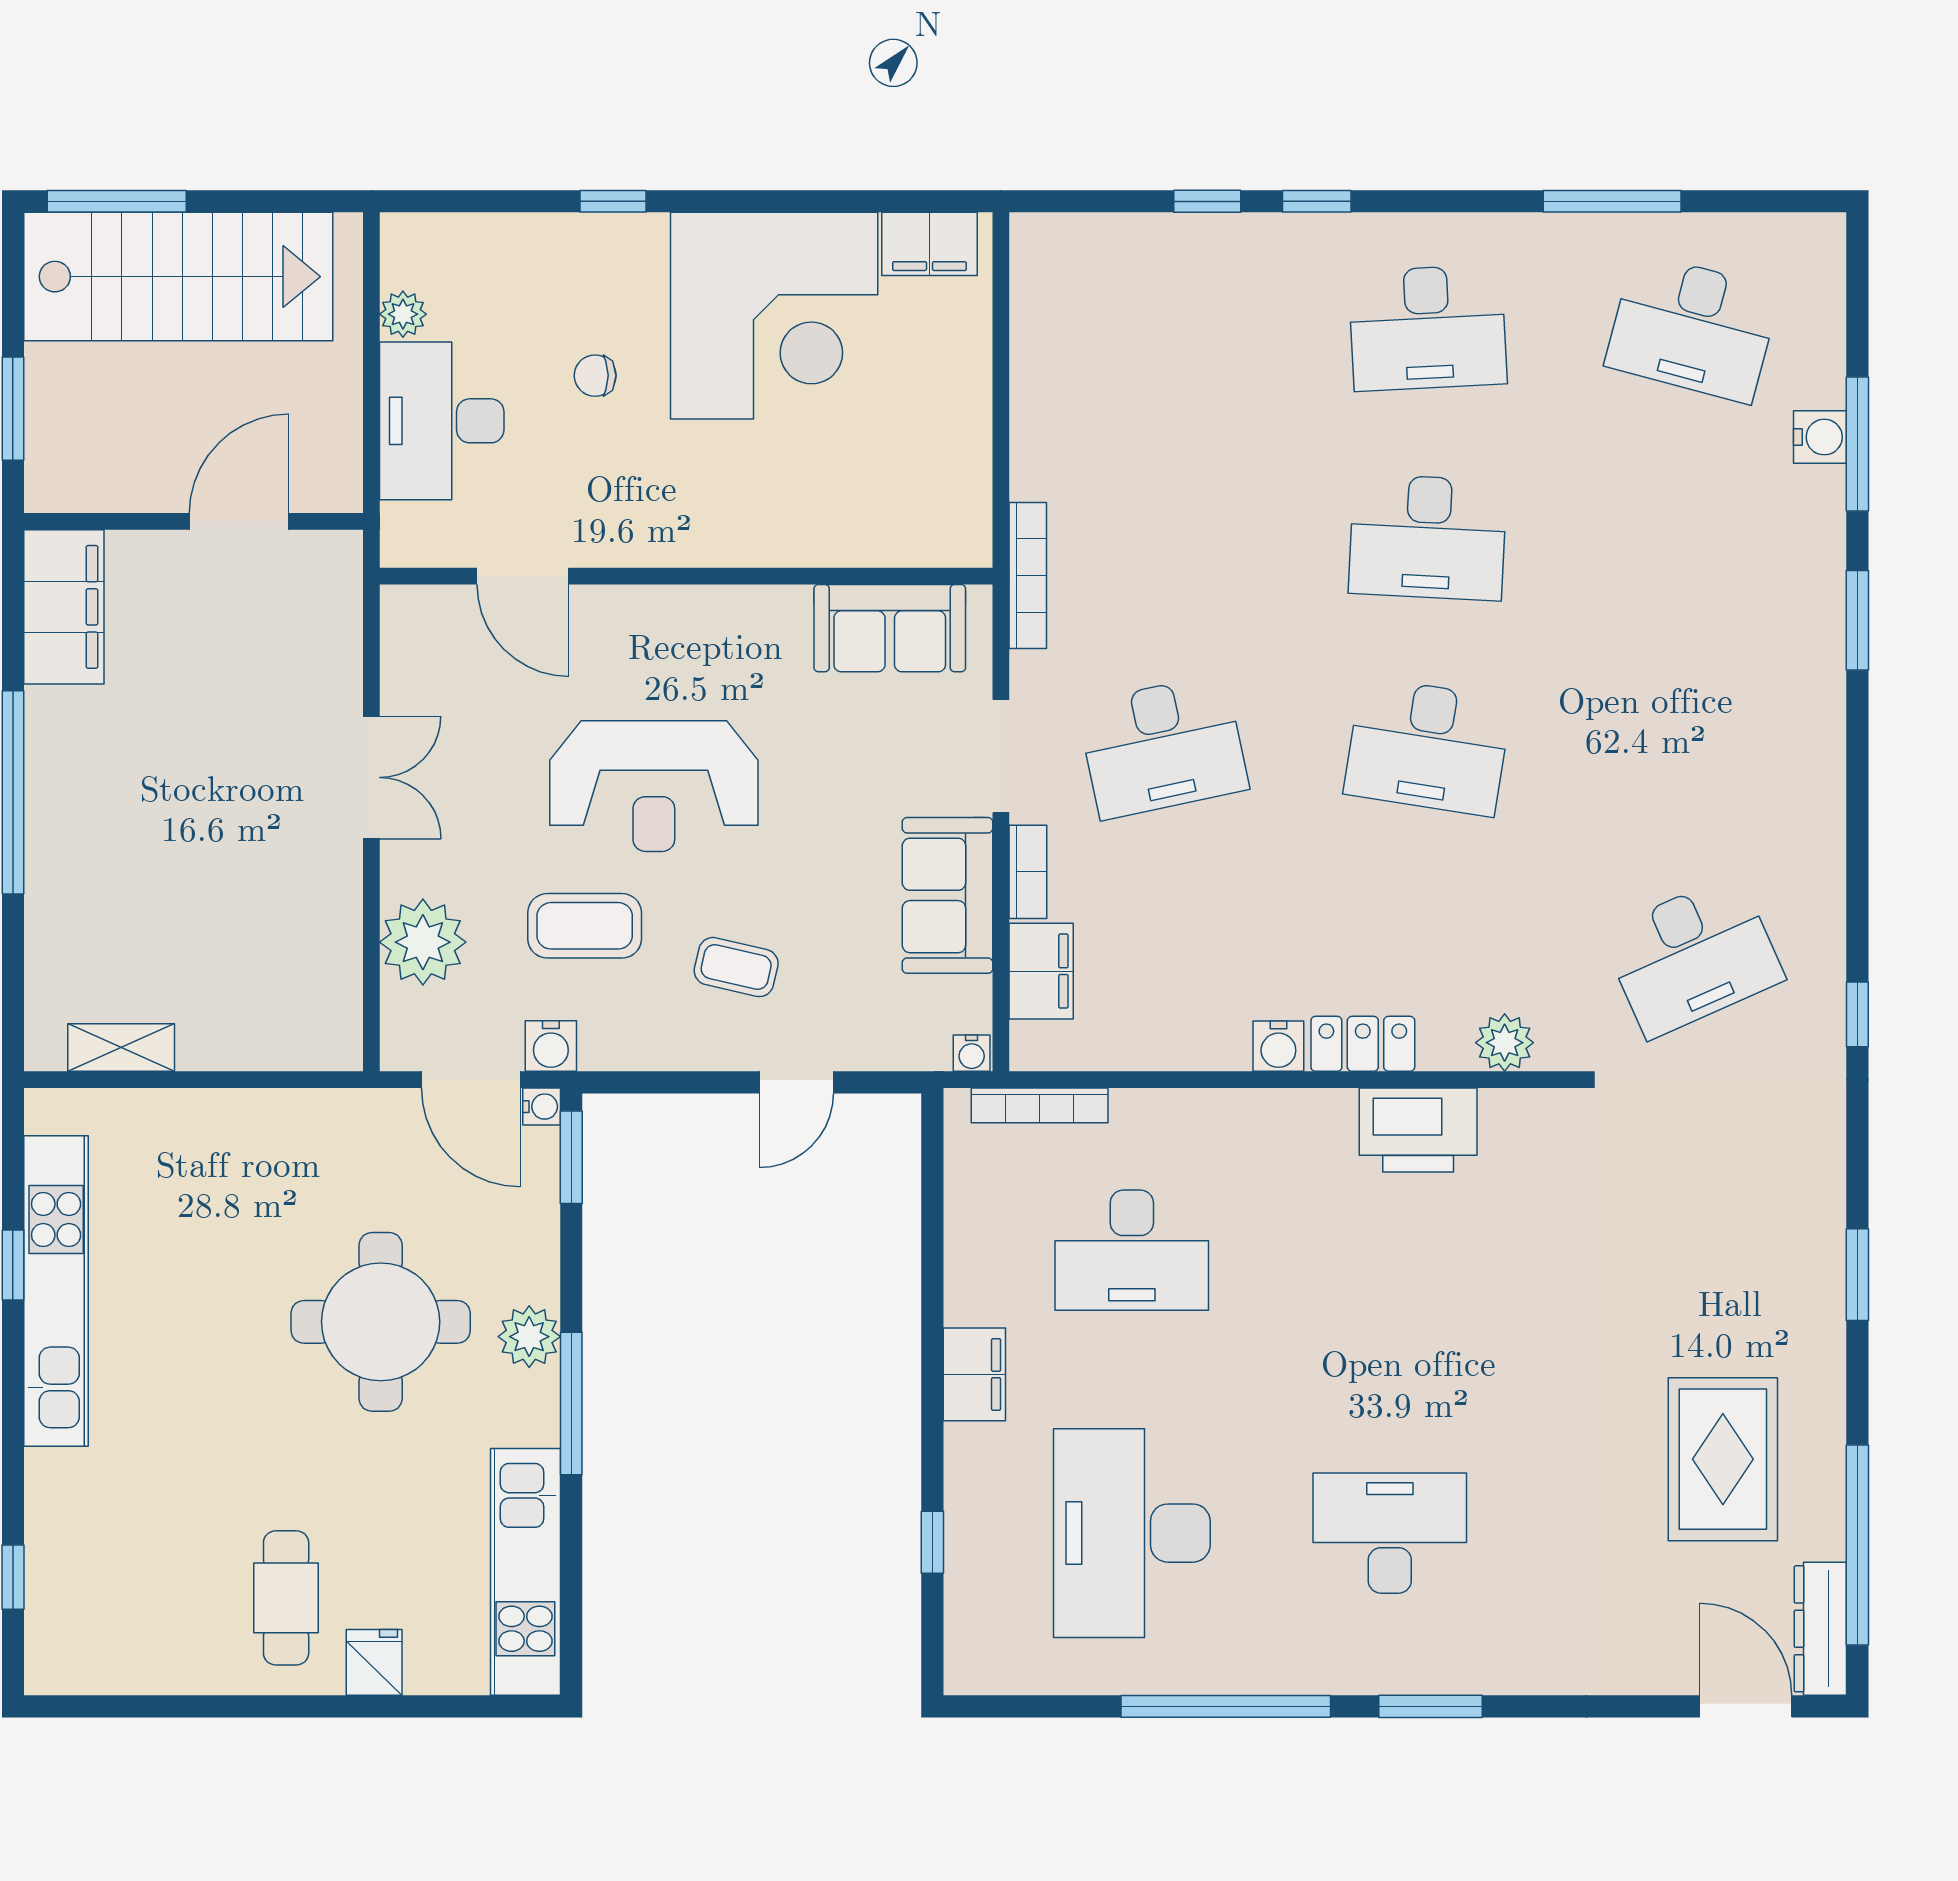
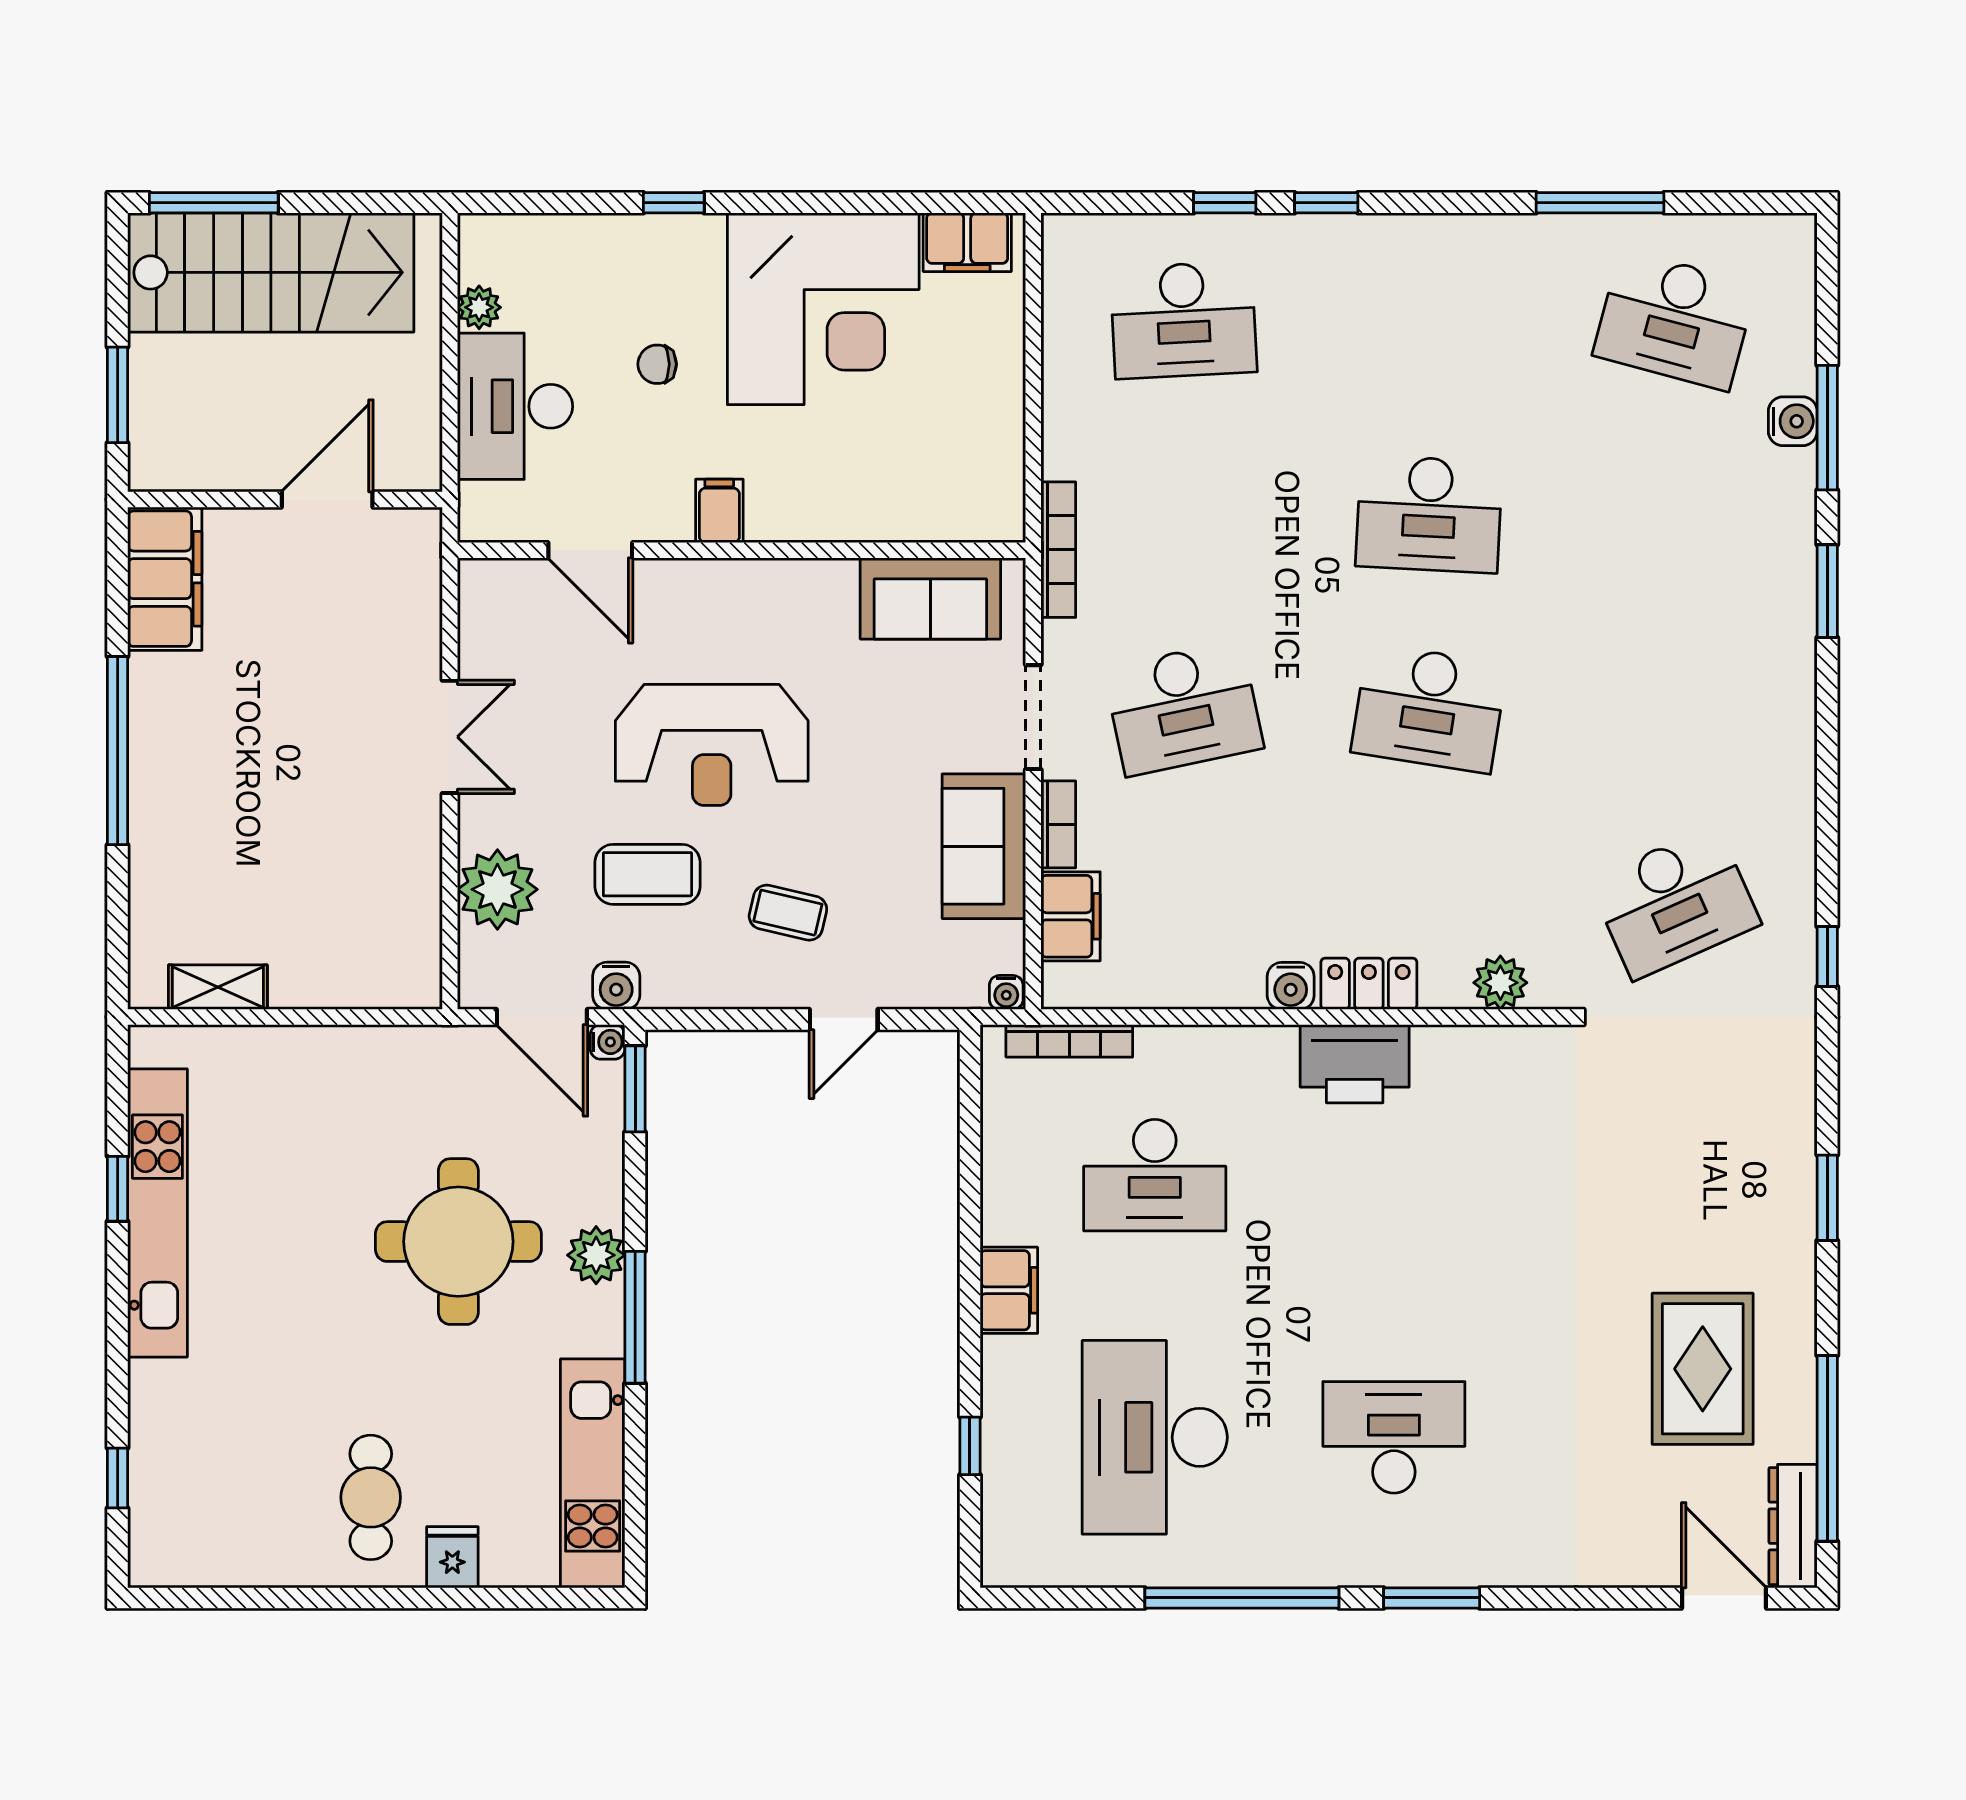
desk: (1428, 328) -> (1183, 320), moved
filing cabinet: (662, 534) -> (719, 511), added
printer: (1418, 1130) -> (1355, 1064), moved

